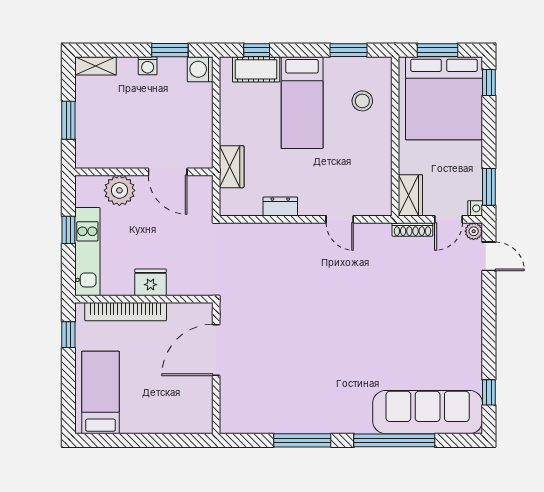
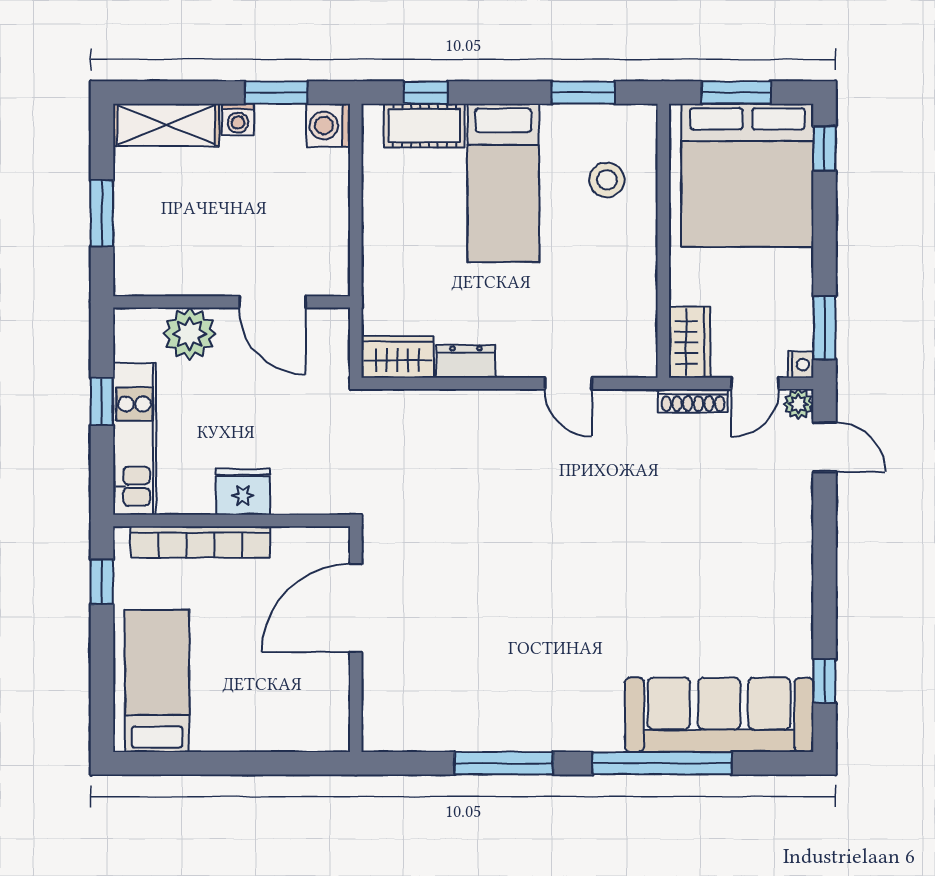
shelving: (96, 66) -> (166, 125), width x1.50, depth x1.33
wardrobe: (232, 167) -> (397, 357), moved, turned -90

